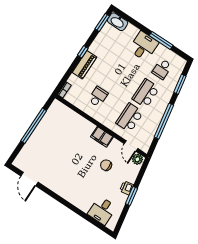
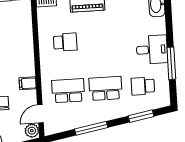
window: (164, 121) -> (91, 128), width x0.68
filing cabinet: (102, 137) -> (28, 83), width x0.50

